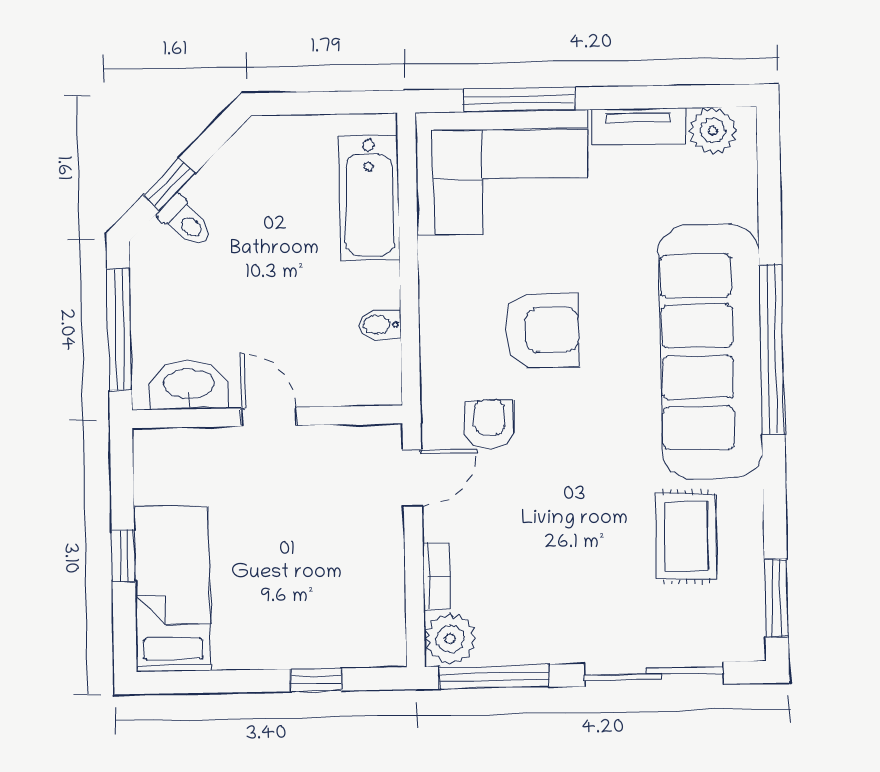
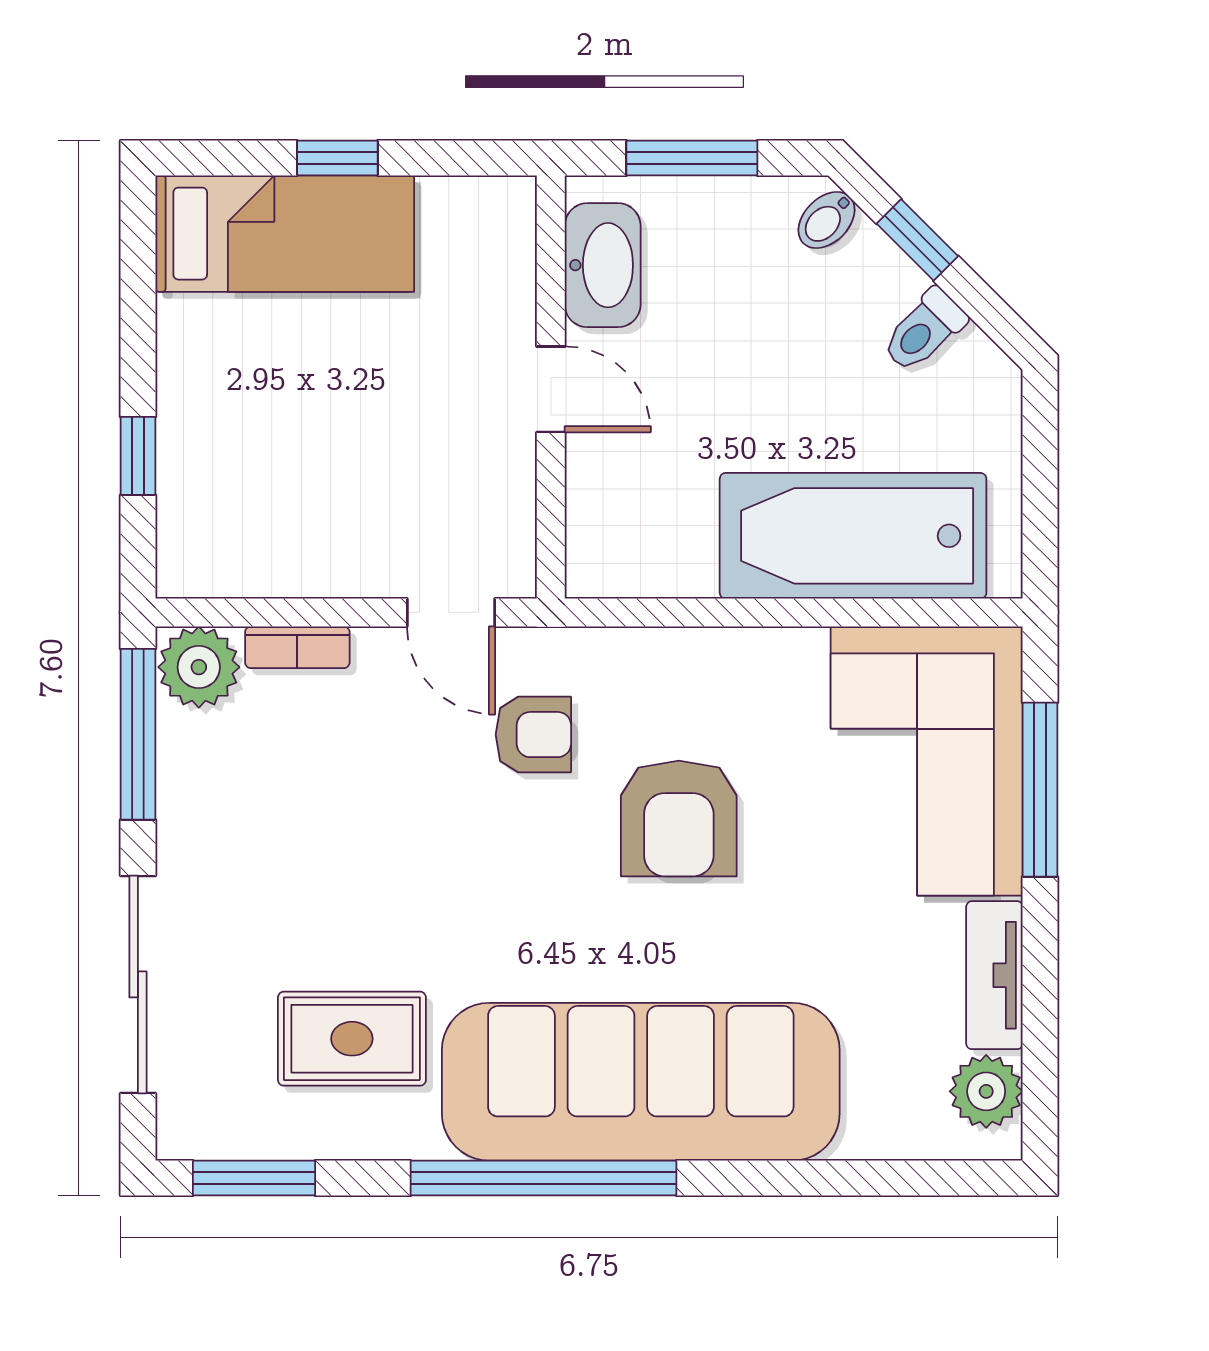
bathtub: (369, 199) -> (853, 536), width x1.36, depth x1.36
toilet: (186, 222) -> (924, 331), moved
bidet: (380, 325) -> (827, 220), moved, turned -135
window: (119, 329) -> (692, 158), width x0.69
window: (772, 349) -> (543, 1178), moved
door: (269, 417) -> (551, 389), hinge flipped

